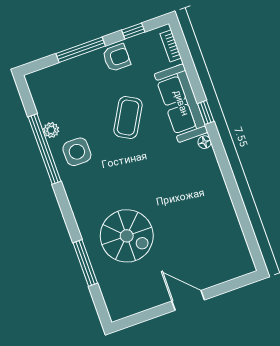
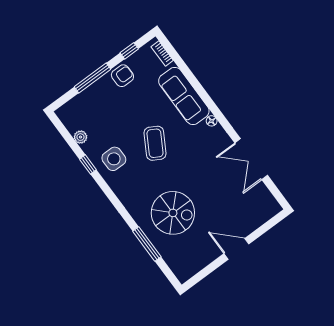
window: (206, 112) -> (205, 97), removed
coffee table: (128, 118) -> (155, 143), moved
plant: (51, 130) -> (80, 137), moved
window: (45, 149) -> (88, 164), width x0.32
double door: (237, 201) -> (251, 159), added

